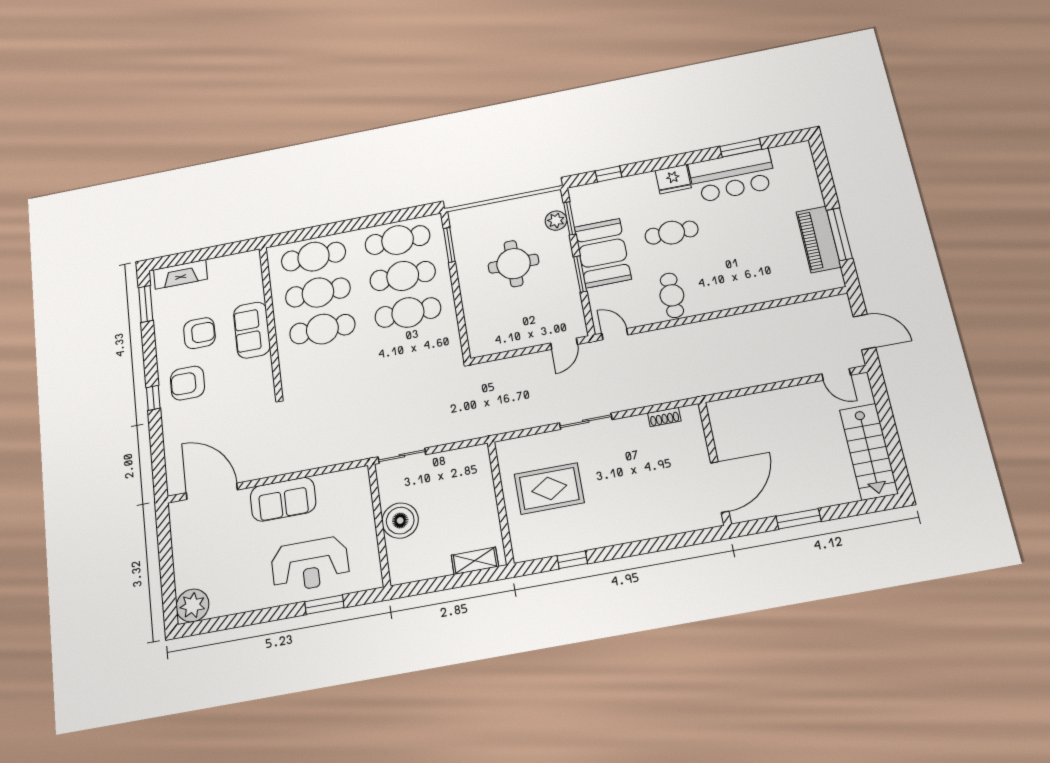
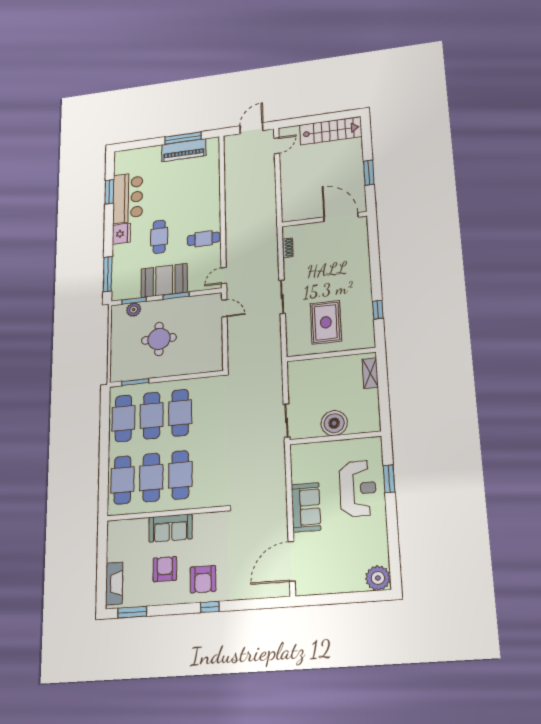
window: (609, 174) -> (108, 274), width x2.17

